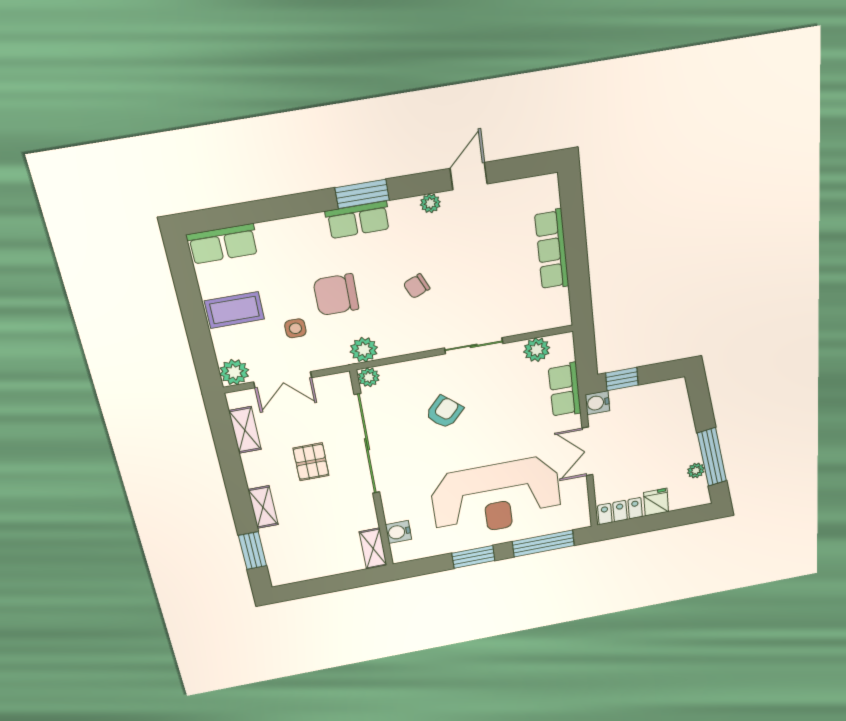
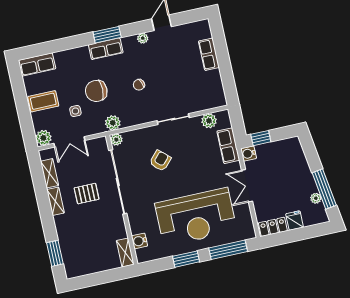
row of seats: (552, 250) -> (209, 54), width x0.68
pallet: (311, 462) -> (87, 194), turned 90
shelving: (263, 507) -> (55, 201), moved

